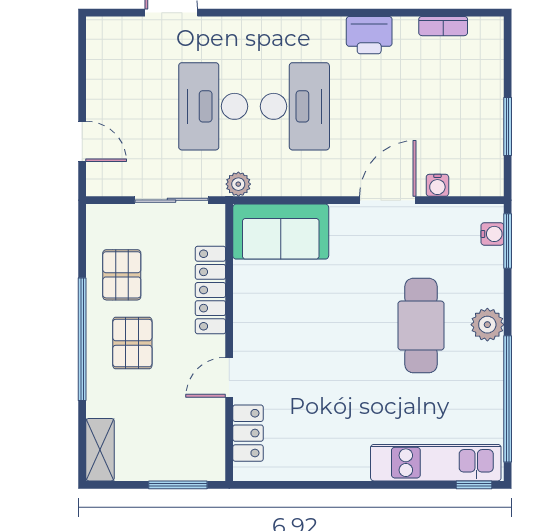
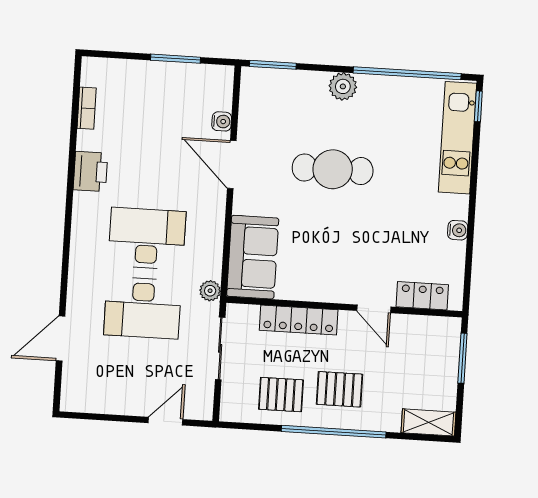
water cooler: (492, 234) -> (458, 230), moved, turned 90
cafe table: (421, 326) -> (333, 169), moved

